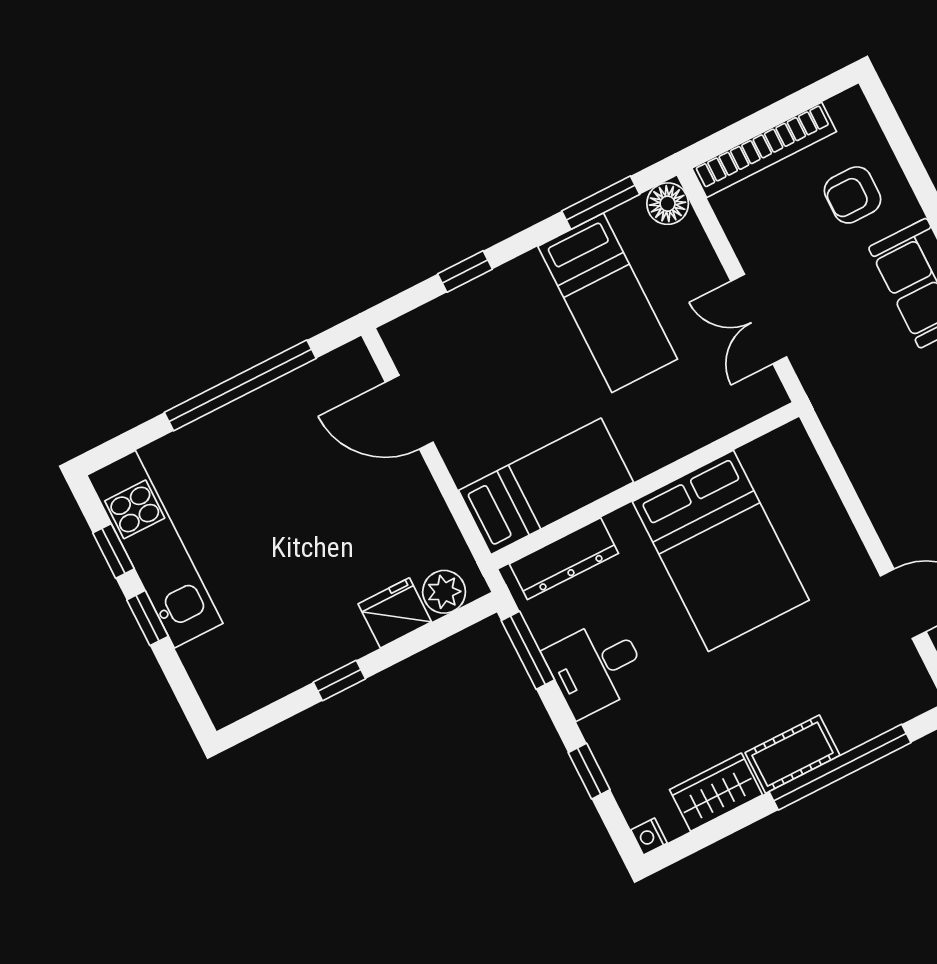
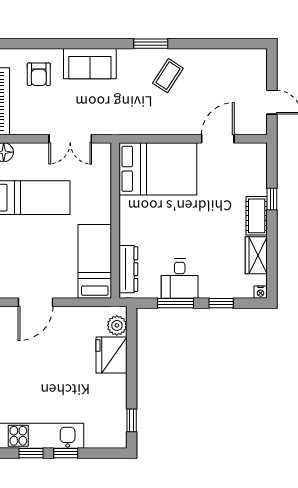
bed: (721, 551) -> (158, 169), moved
fridge: (395, 613) -> (111, 355), width x1.36, depth x1.34
window: (528, 650) -> (176, 303), moved
window: (339, 680) -> (132, 420), moved
window: (840, 767) -> (272, 199), width x0.32

